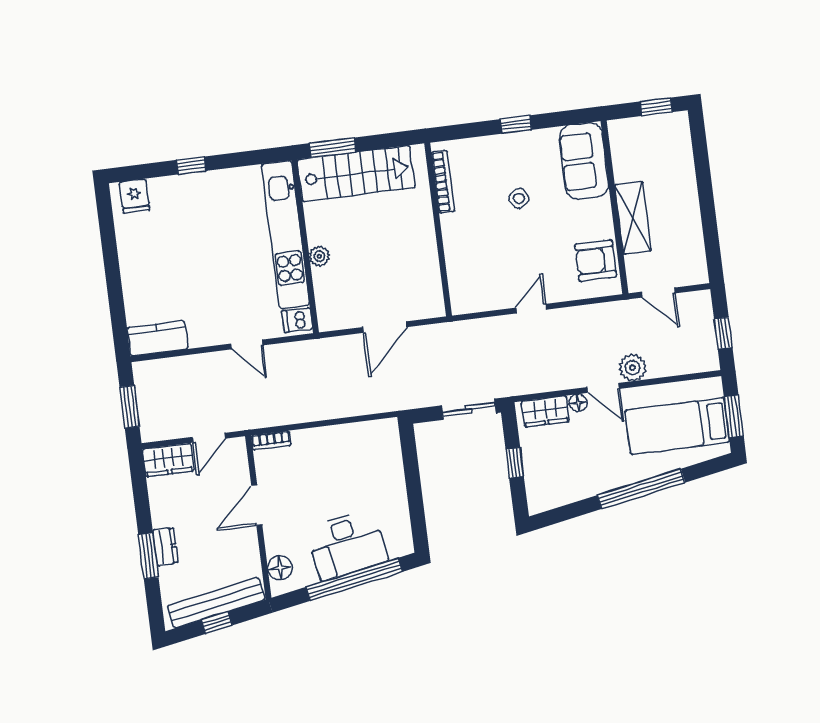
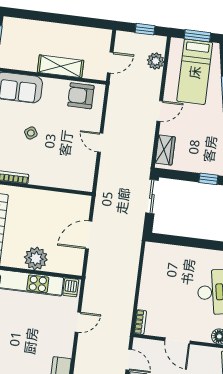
plant: (319, 256) -> (36, 258), width x1.87, depth x1.87
armchair: (596, 261) -> (81, 96), turned 90
door: (385, 327) -> (89, 235), swing flipped
plant: (633, 368) -> (156, 61), moved
floor lamp: (578, 403) -> (165, 129), removed
window: (515, 463) -> (208, 179), moved

